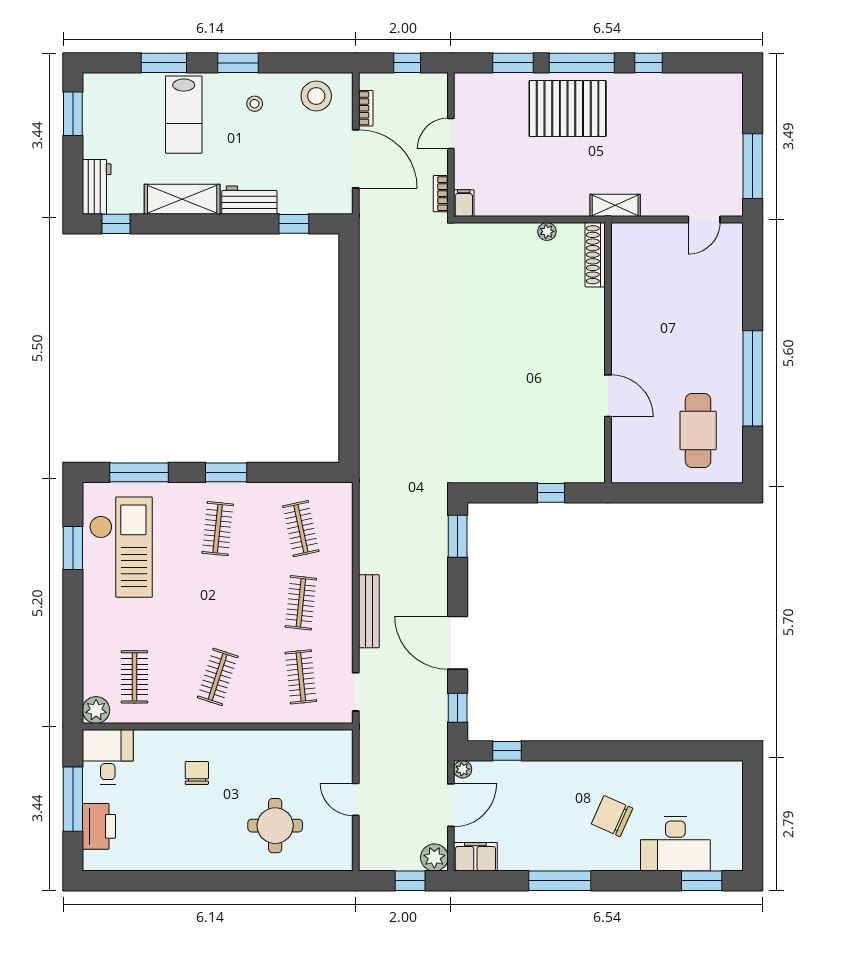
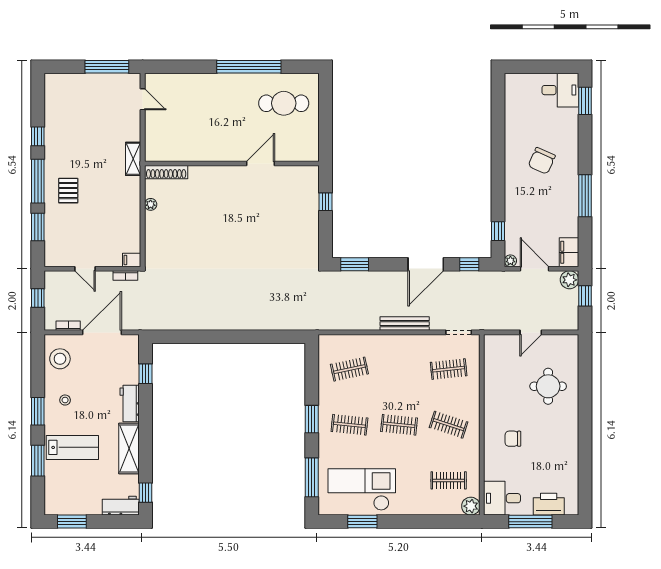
pallet: (568, 108) -> (68, 191), width x0.49, depth x0.50
clothes rail: (301, 603) -> (399, 425), moved
desk: (675, 844) -> (560, 90), moved, width x0.73

